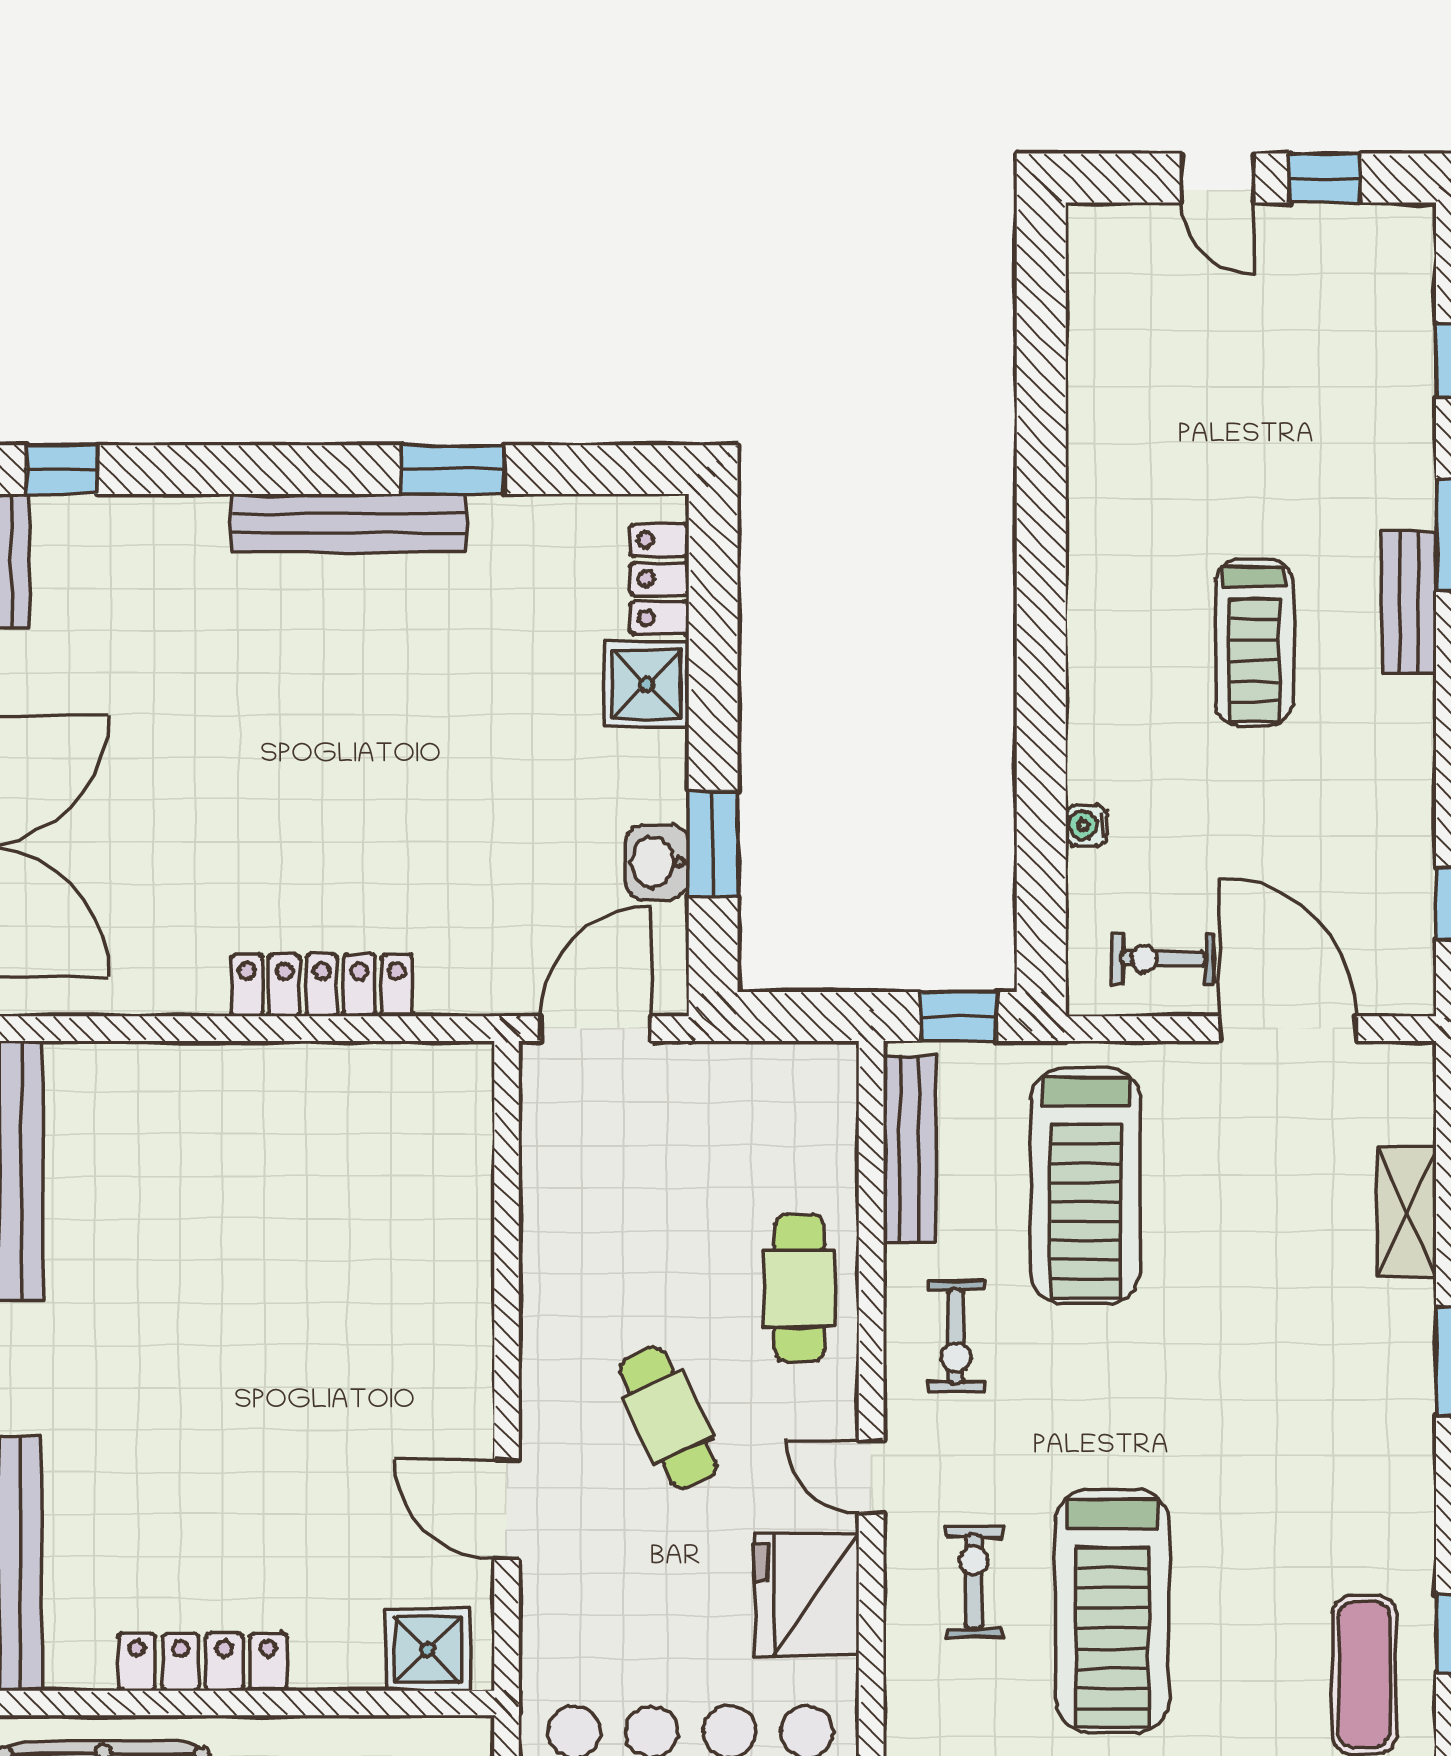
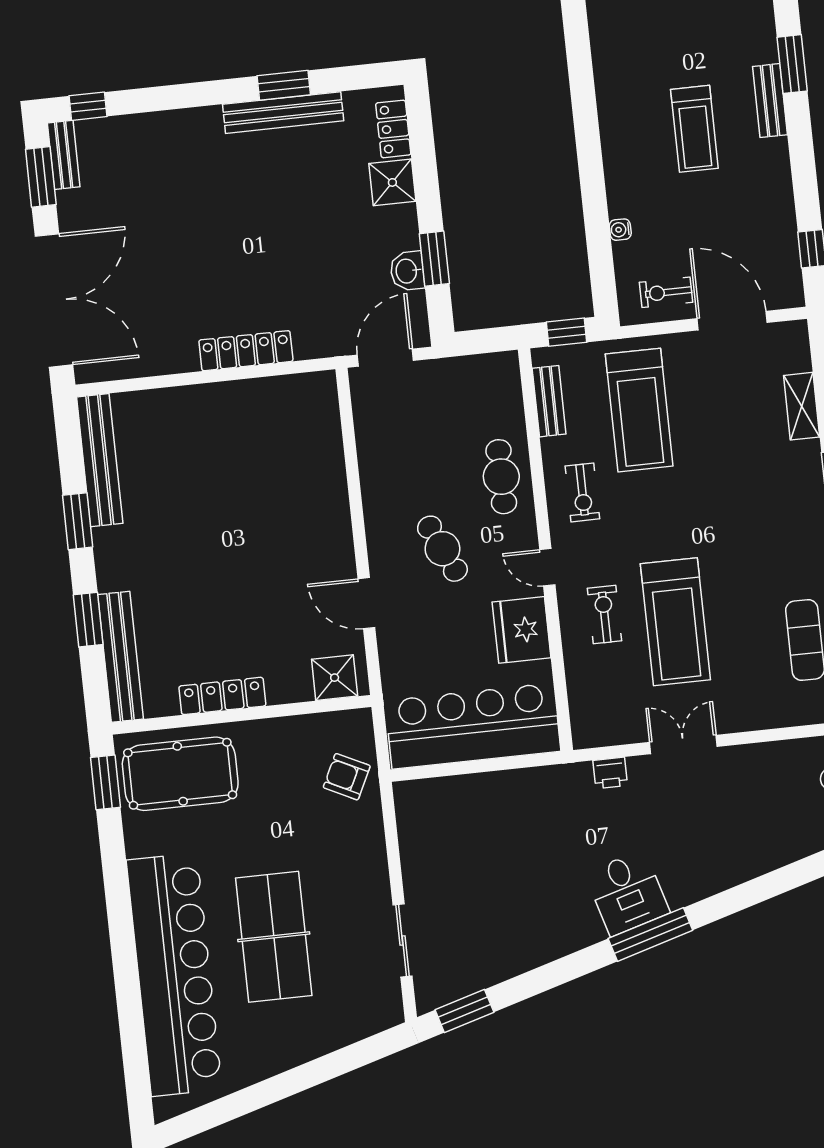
bench: (349, 523) -> (283, 113), moved
bench: (910, 1149) -> (549, 401), width x0.73

